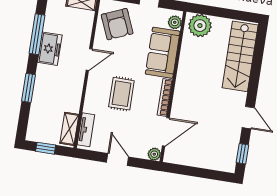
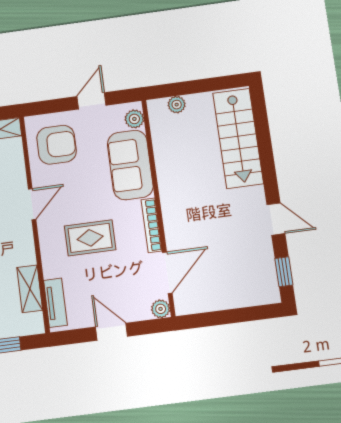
armchair: (117, 24) -> (57, 145), turned -67
plant: (200, 26) -> (177, 105), width x0.53, depth x0.53
rug: (121, 94) -> (90, 238), turned 90
shelving: (69, 129) -> (30, 289), moved

